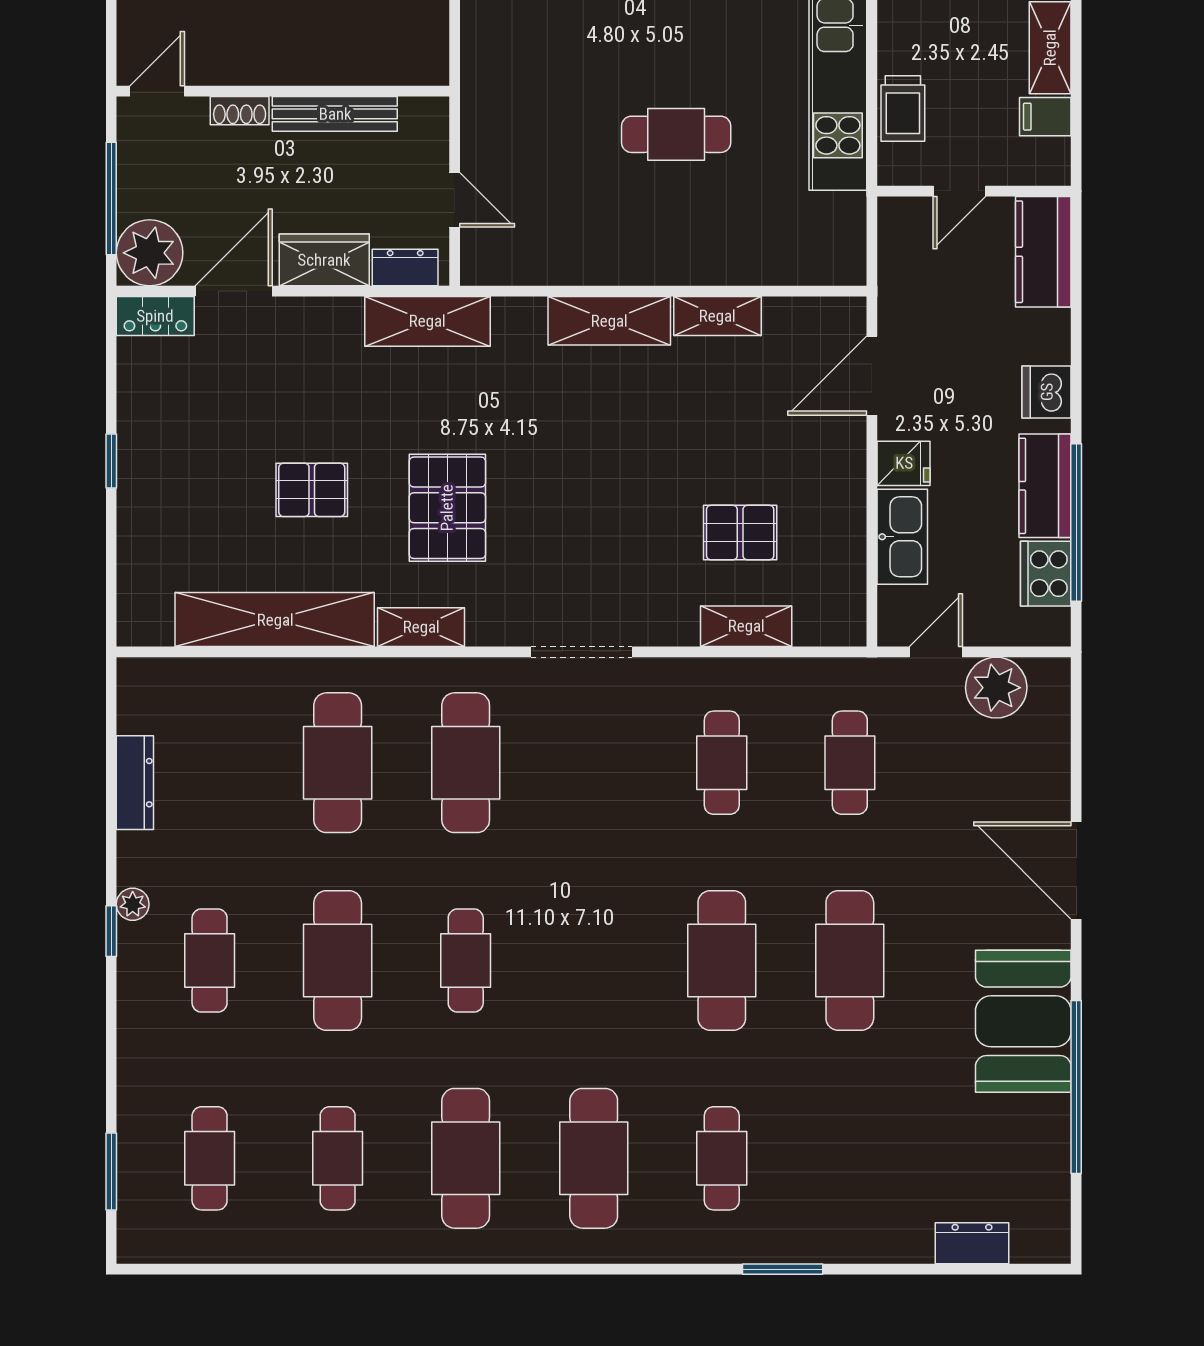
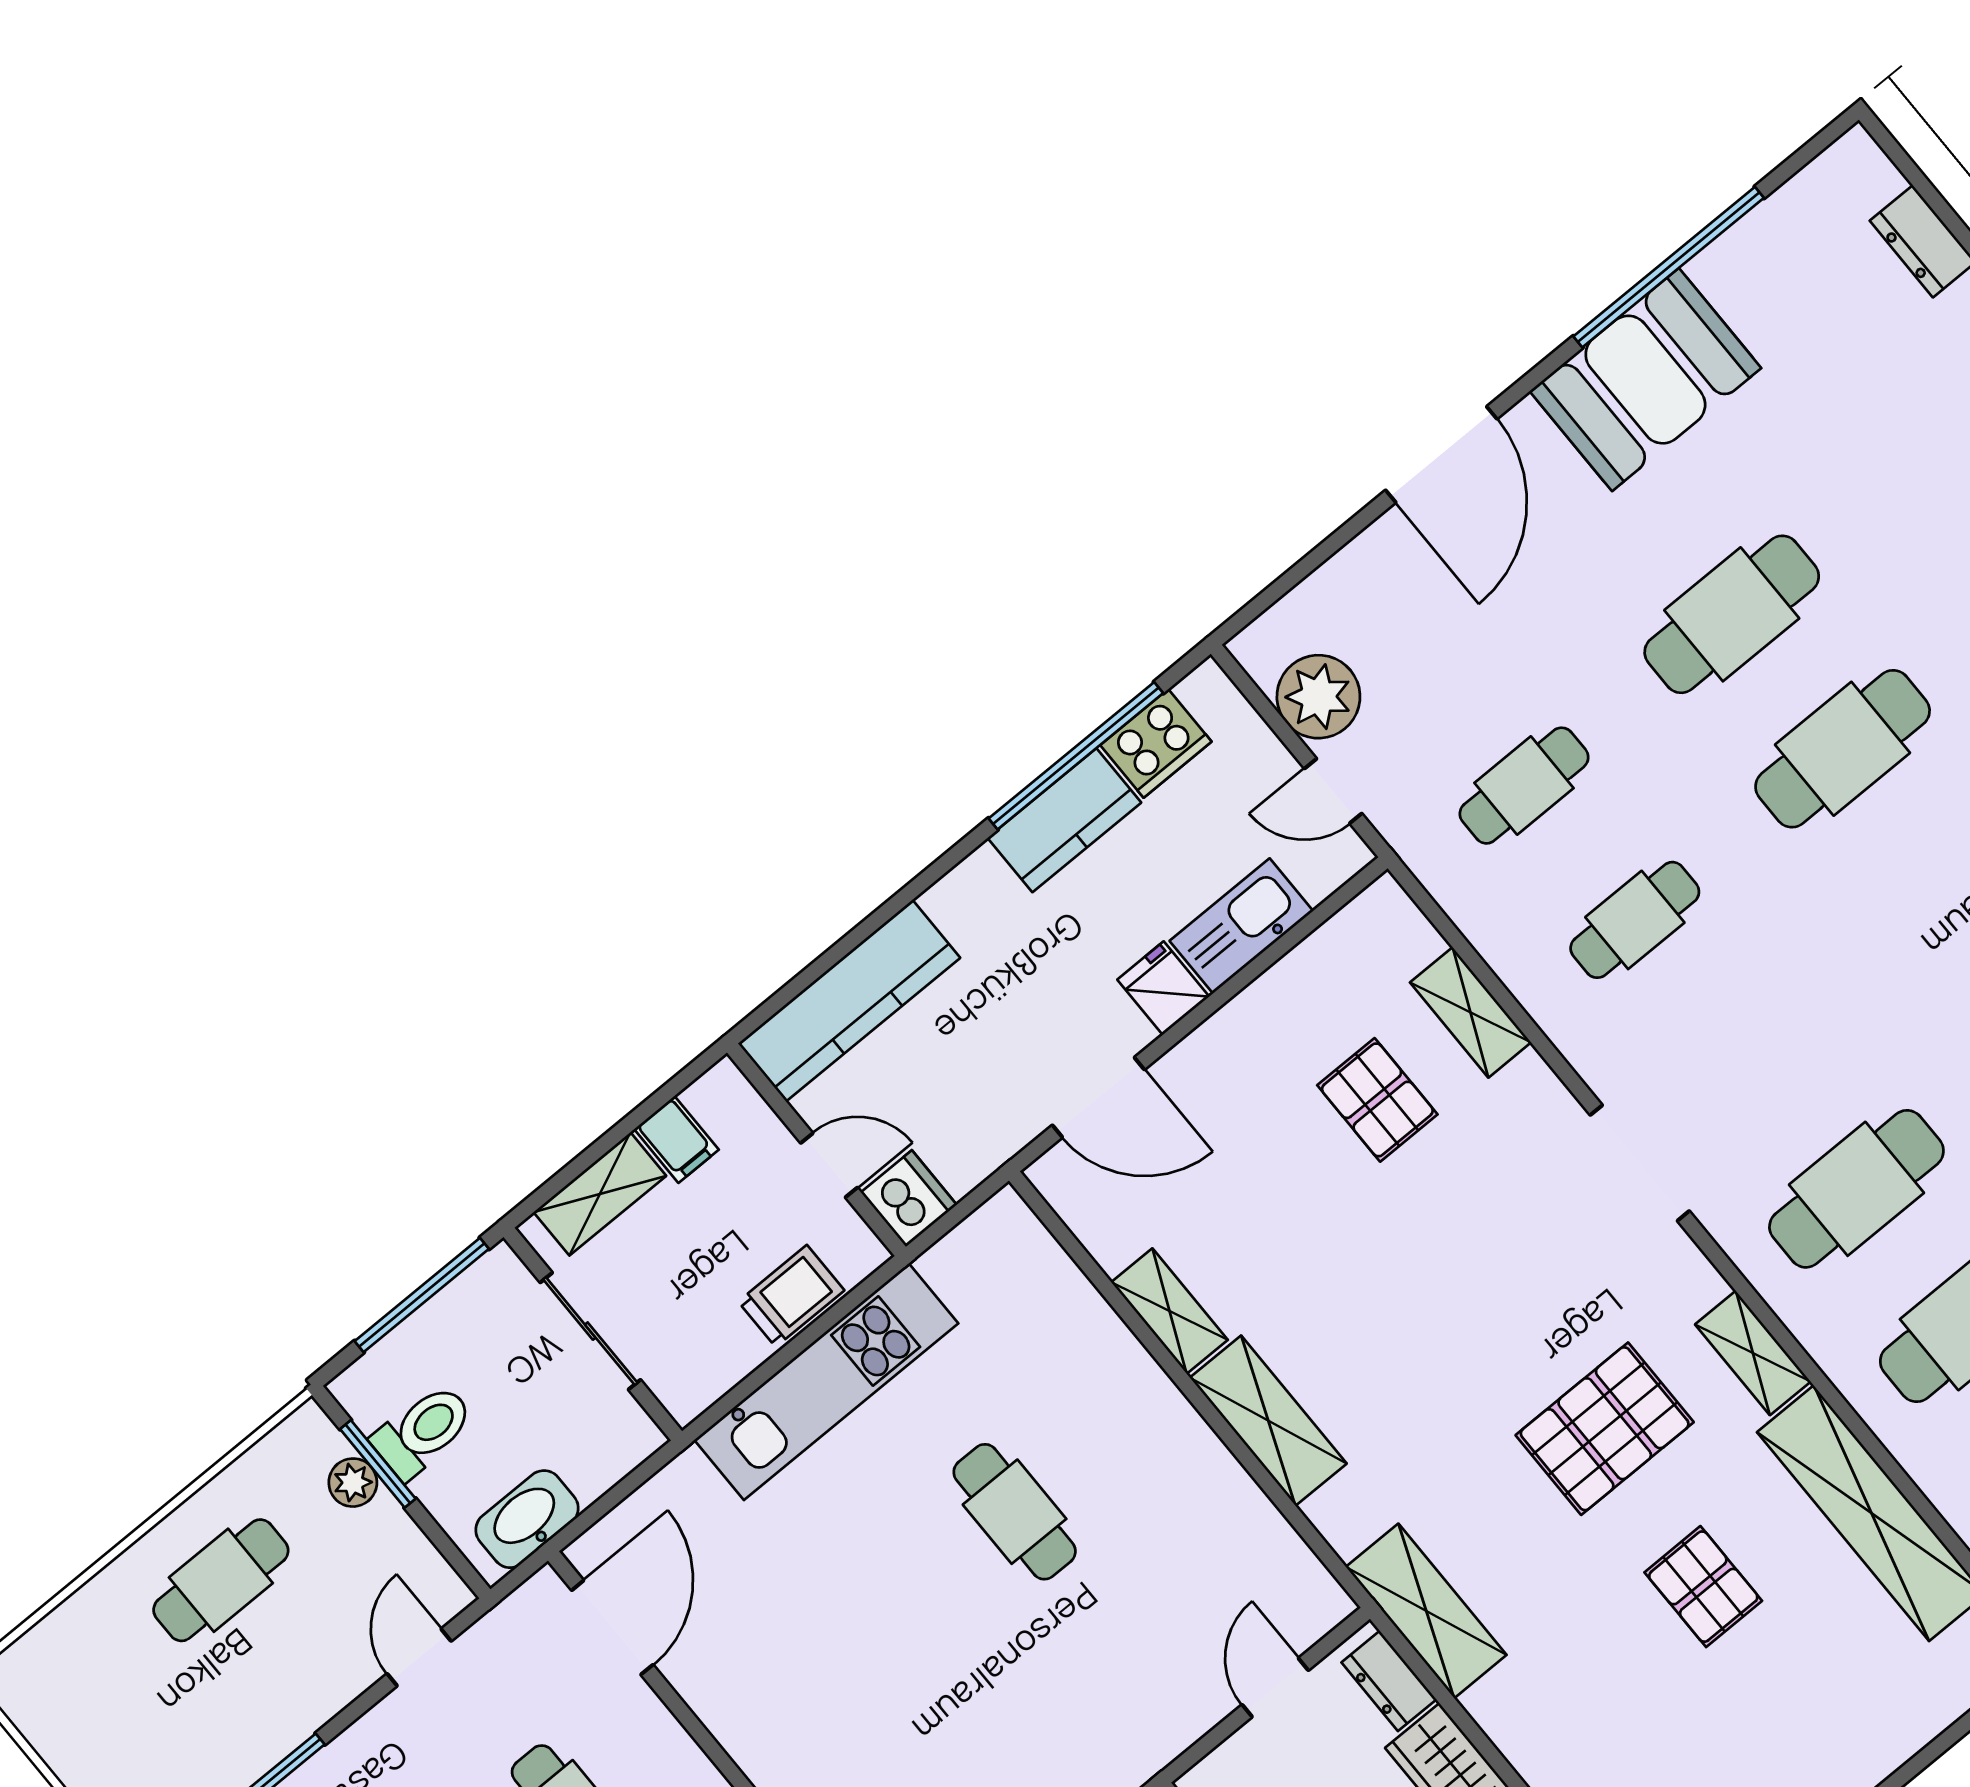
kitchen counter: (1043, 252) -> (849, 1001), width x1.50
dishwasher: (1047, 392) -> (909, 1199), moved, turned -90

